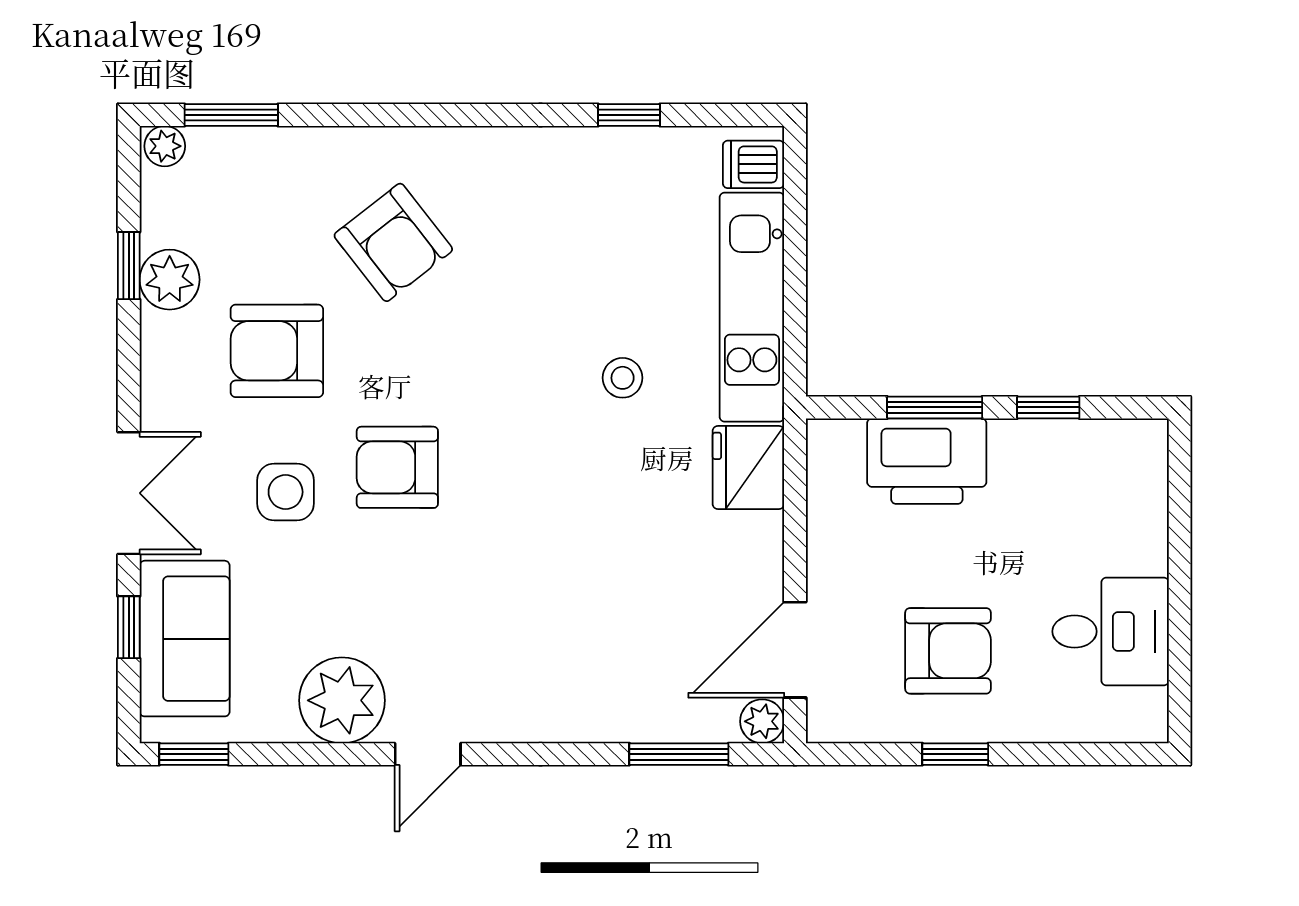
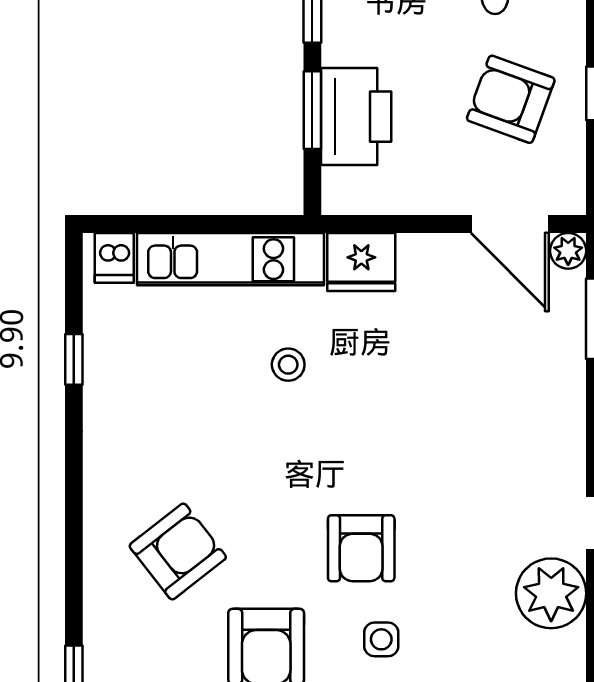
side table: (286, 492) -> (381, 639), width x0.73, depth x0.73
armchair: (948, 651) -> (511, 99), turned -70

